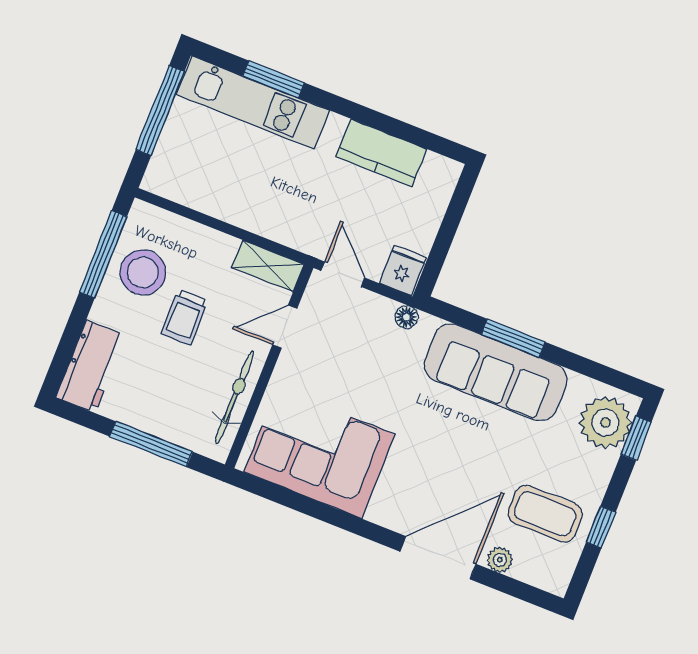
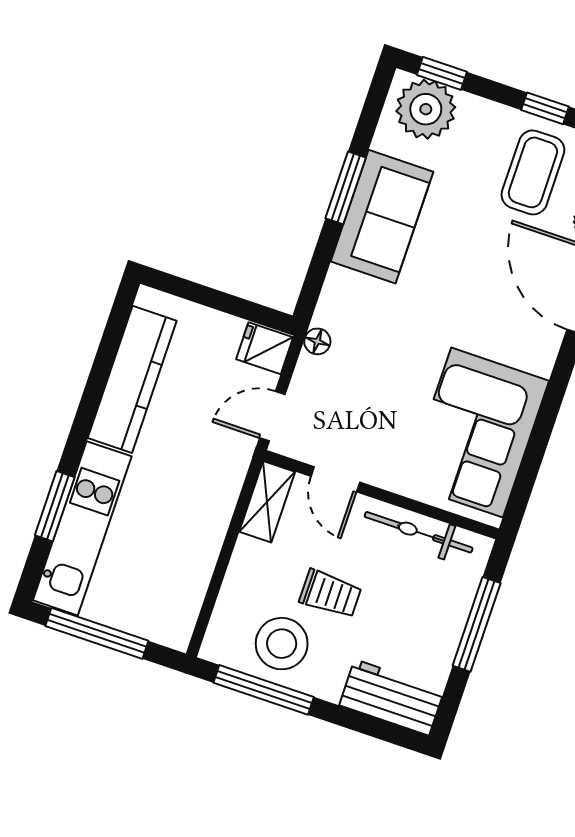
kitchen counter: (381, 153) -> (132, 379), width x1.50
window: (513, 338) -> (346, 188), moved
sofa: (496, 372) -> (382, 217), width x0.73

